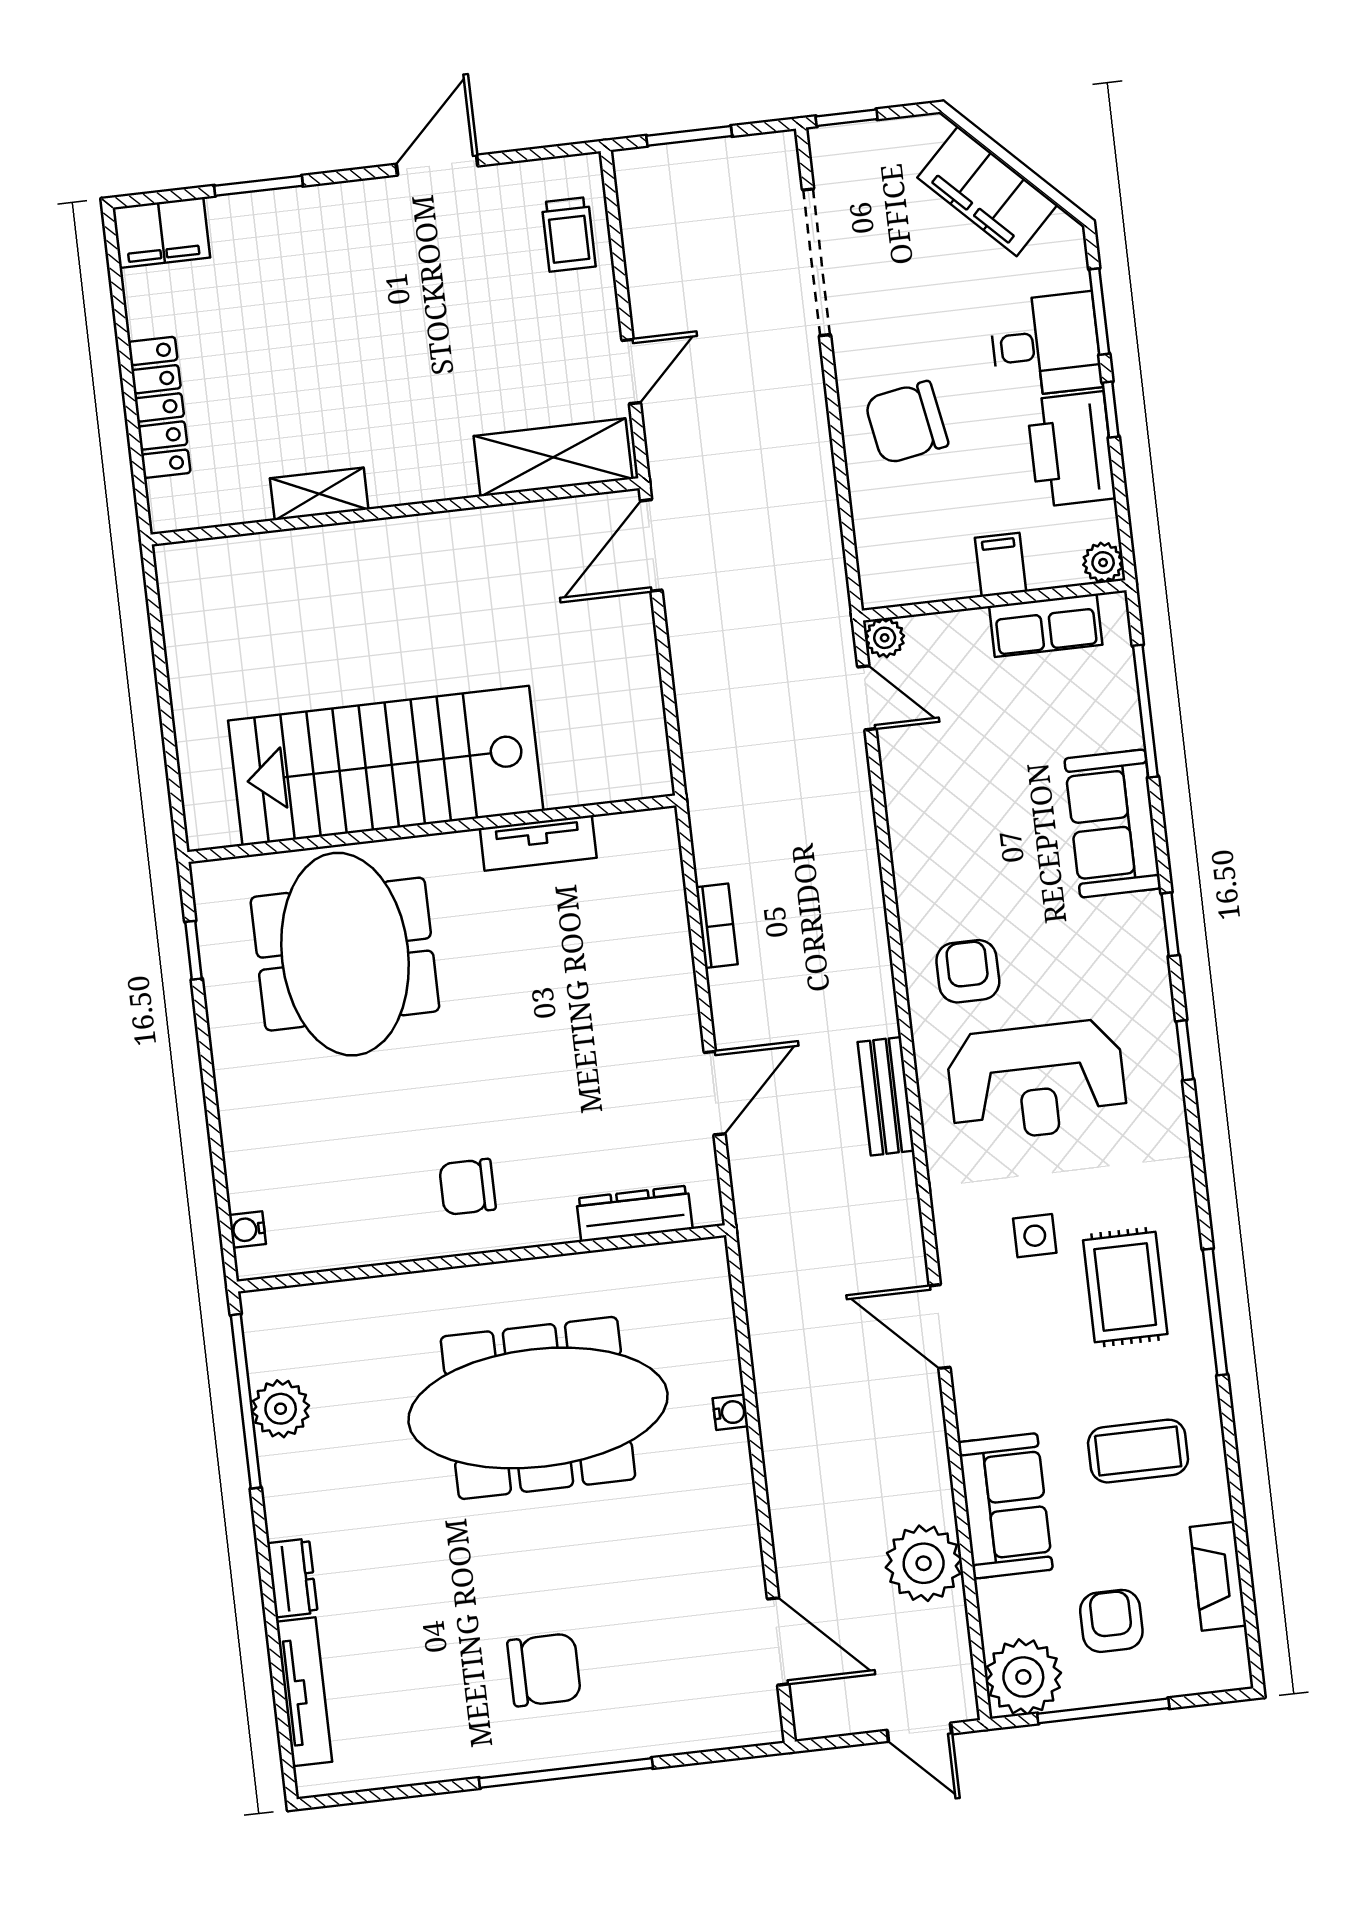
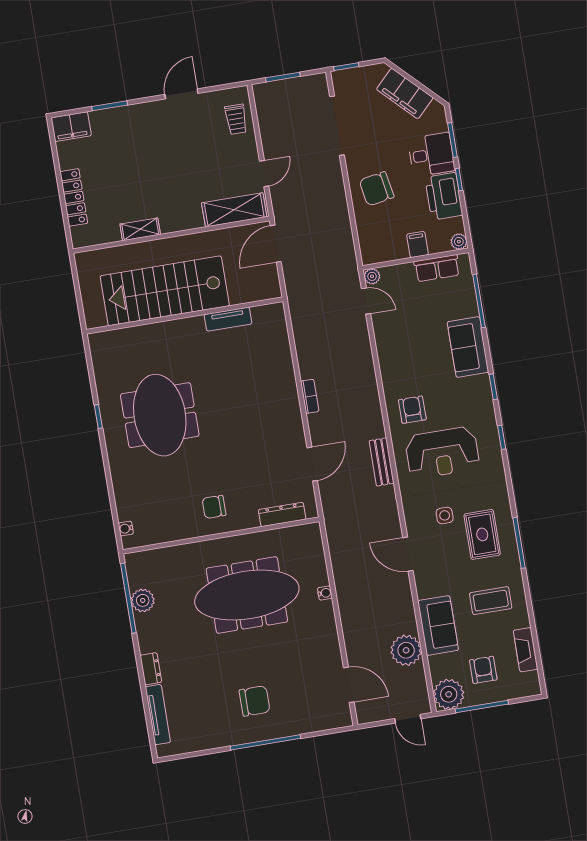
stairs: (386, 766) -> (165, 291), moved
wall: (432, 829) -> (185, 315), moved
tv unit: (538, 843) -> (228, 319), moved

